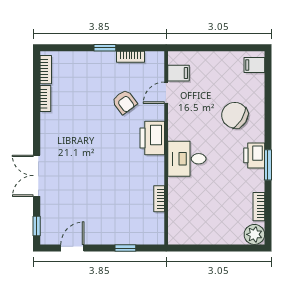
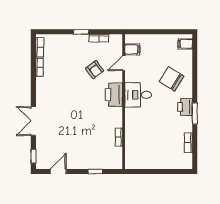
desk: (187, 159) -> (138, 95), moved
plant: (254, 234) -> (185, 162), removed

